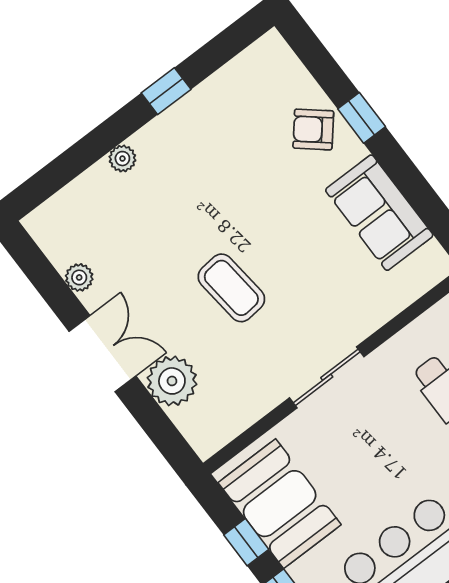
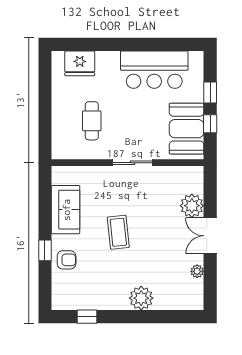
window: (166, 91) -> (87, 317), moved
armchair: (313, 129) -> (67, 260), turned -40
plant: (122, 159) -> (141, 298), width x1.87, depth x1.87
coffee table: (231, 288) -> (118, 232), moved

